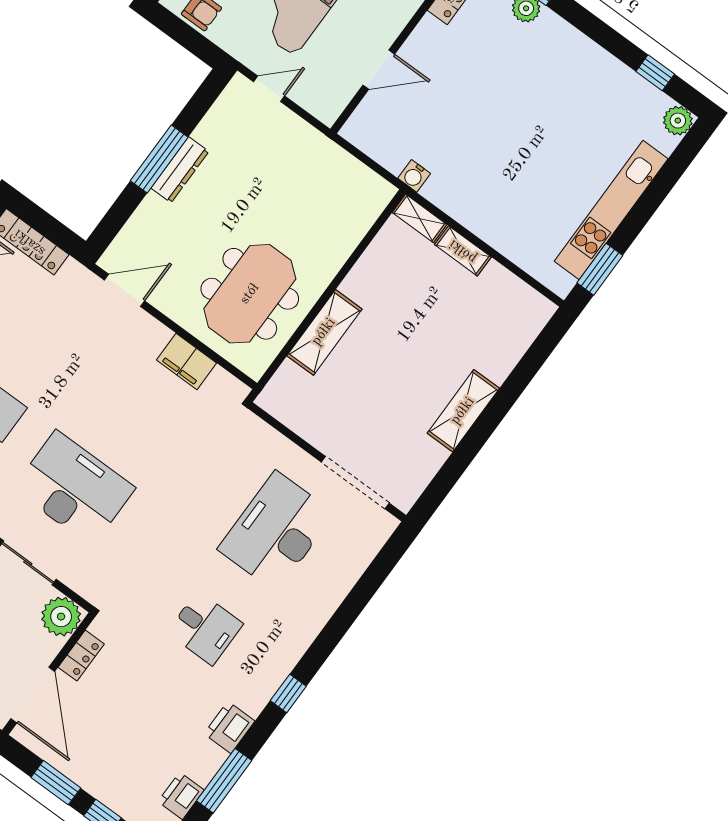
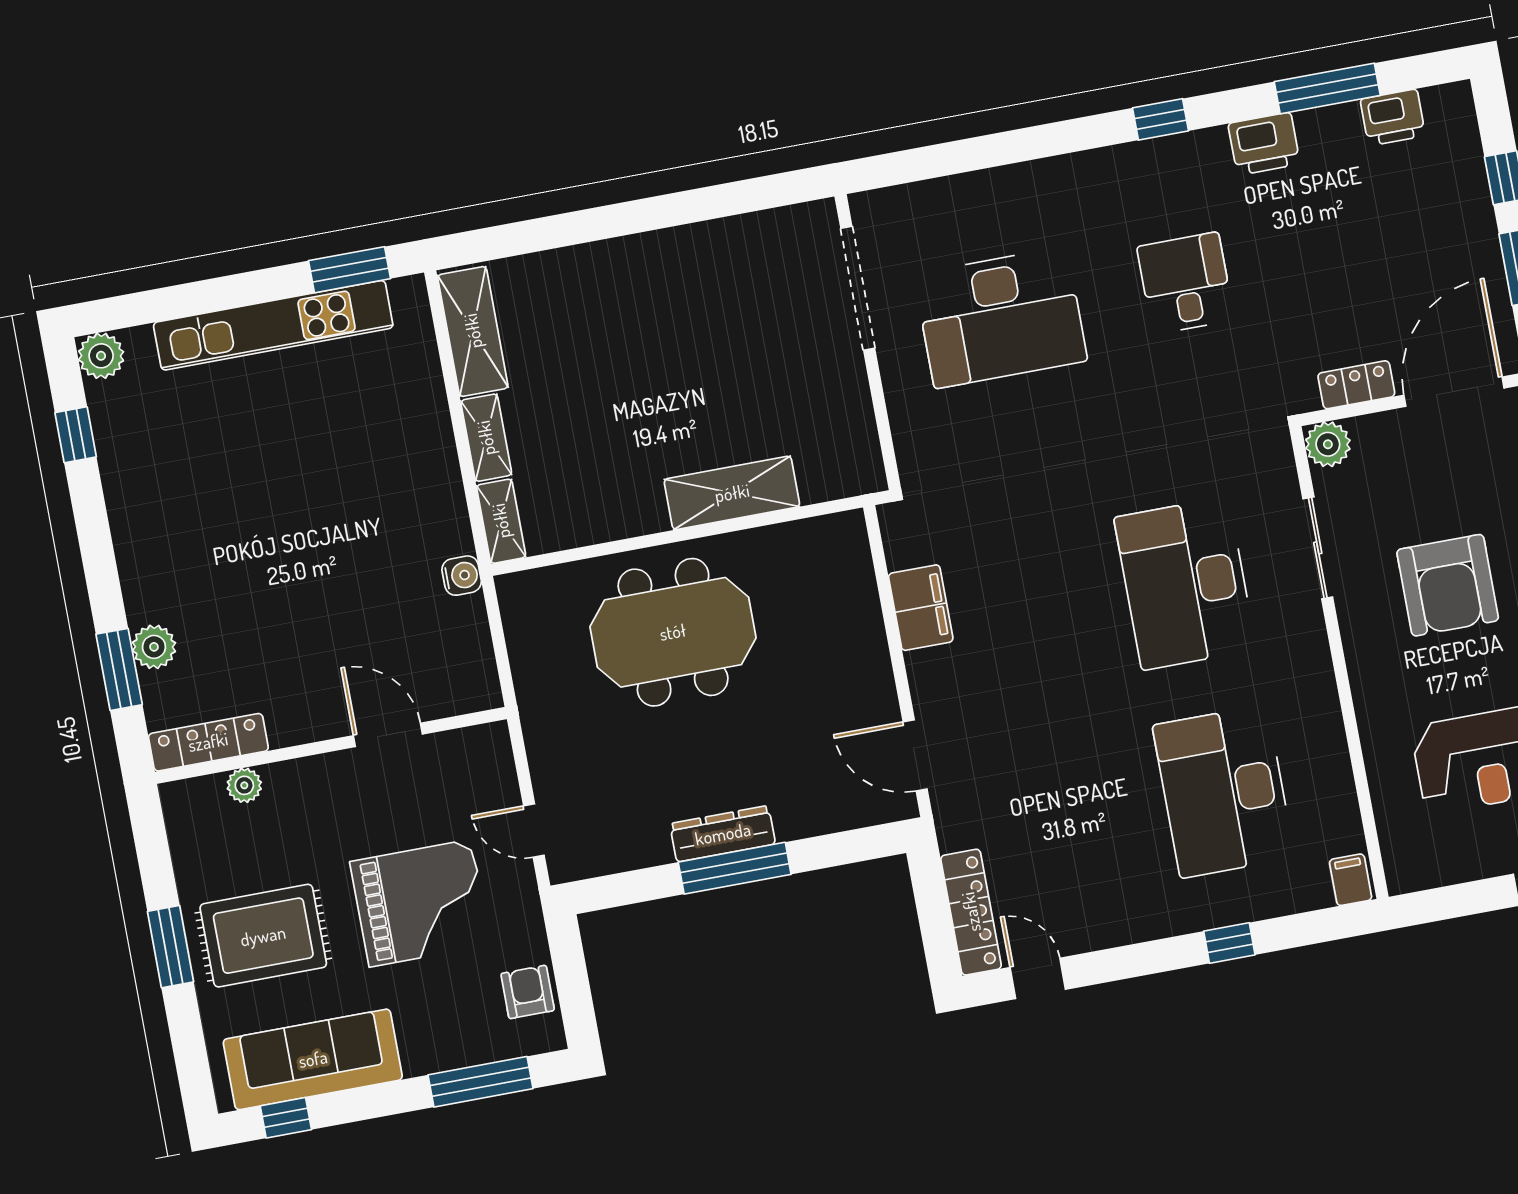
meeting table: (250, 294) -> (673, 632), moved
shelving: (463, 411) -> (473, 331), moved, turned 90
plant: (61, 617) -> (1328, 444), width x0.73, depth x0.73

